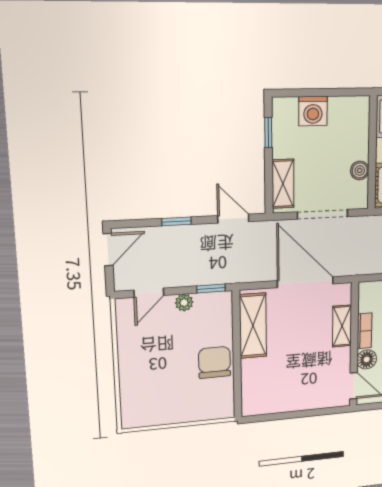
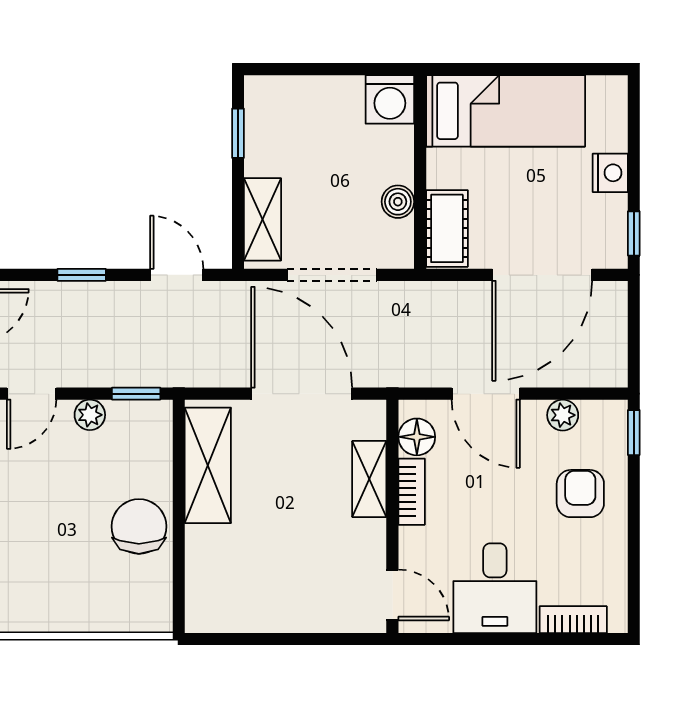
washing machine: (313, 111) -> (390, 99), moved
floor lamp: (367, 359) -> (417, 437), moved

